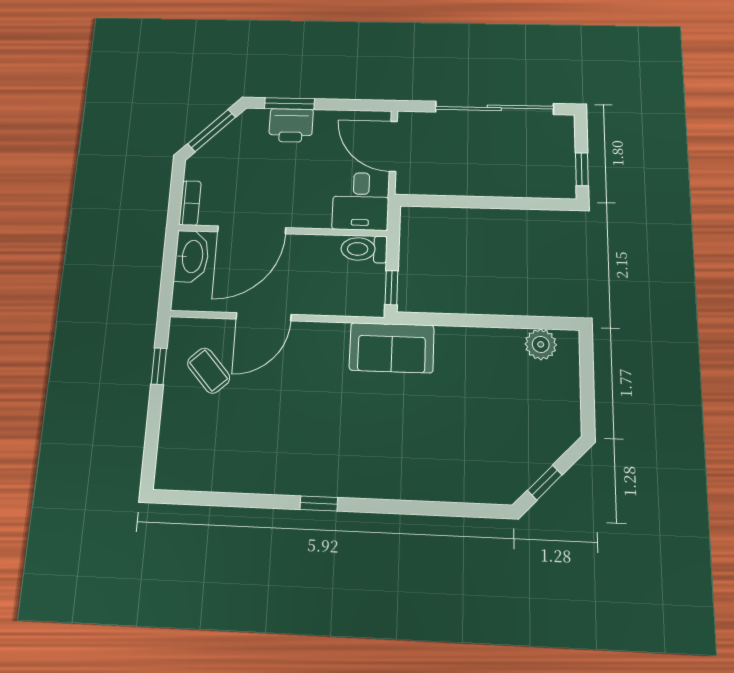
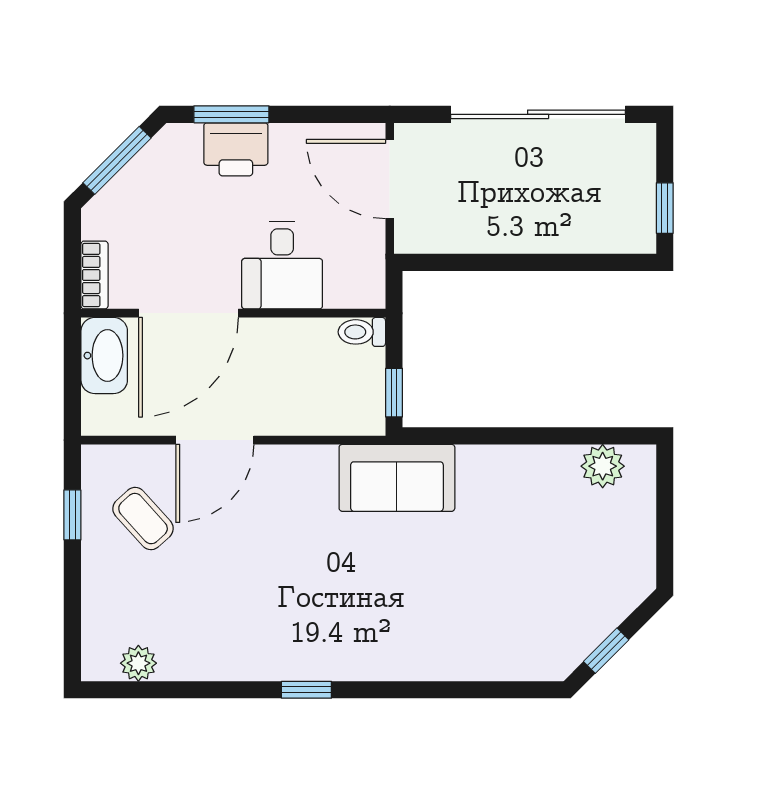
desk: (361, 201) -> (282, 265), moved
toilet: (364, 249) -> (362, 332), width x0.73, depth x0.72
plant: (196, 478) -> (138, 663), added

